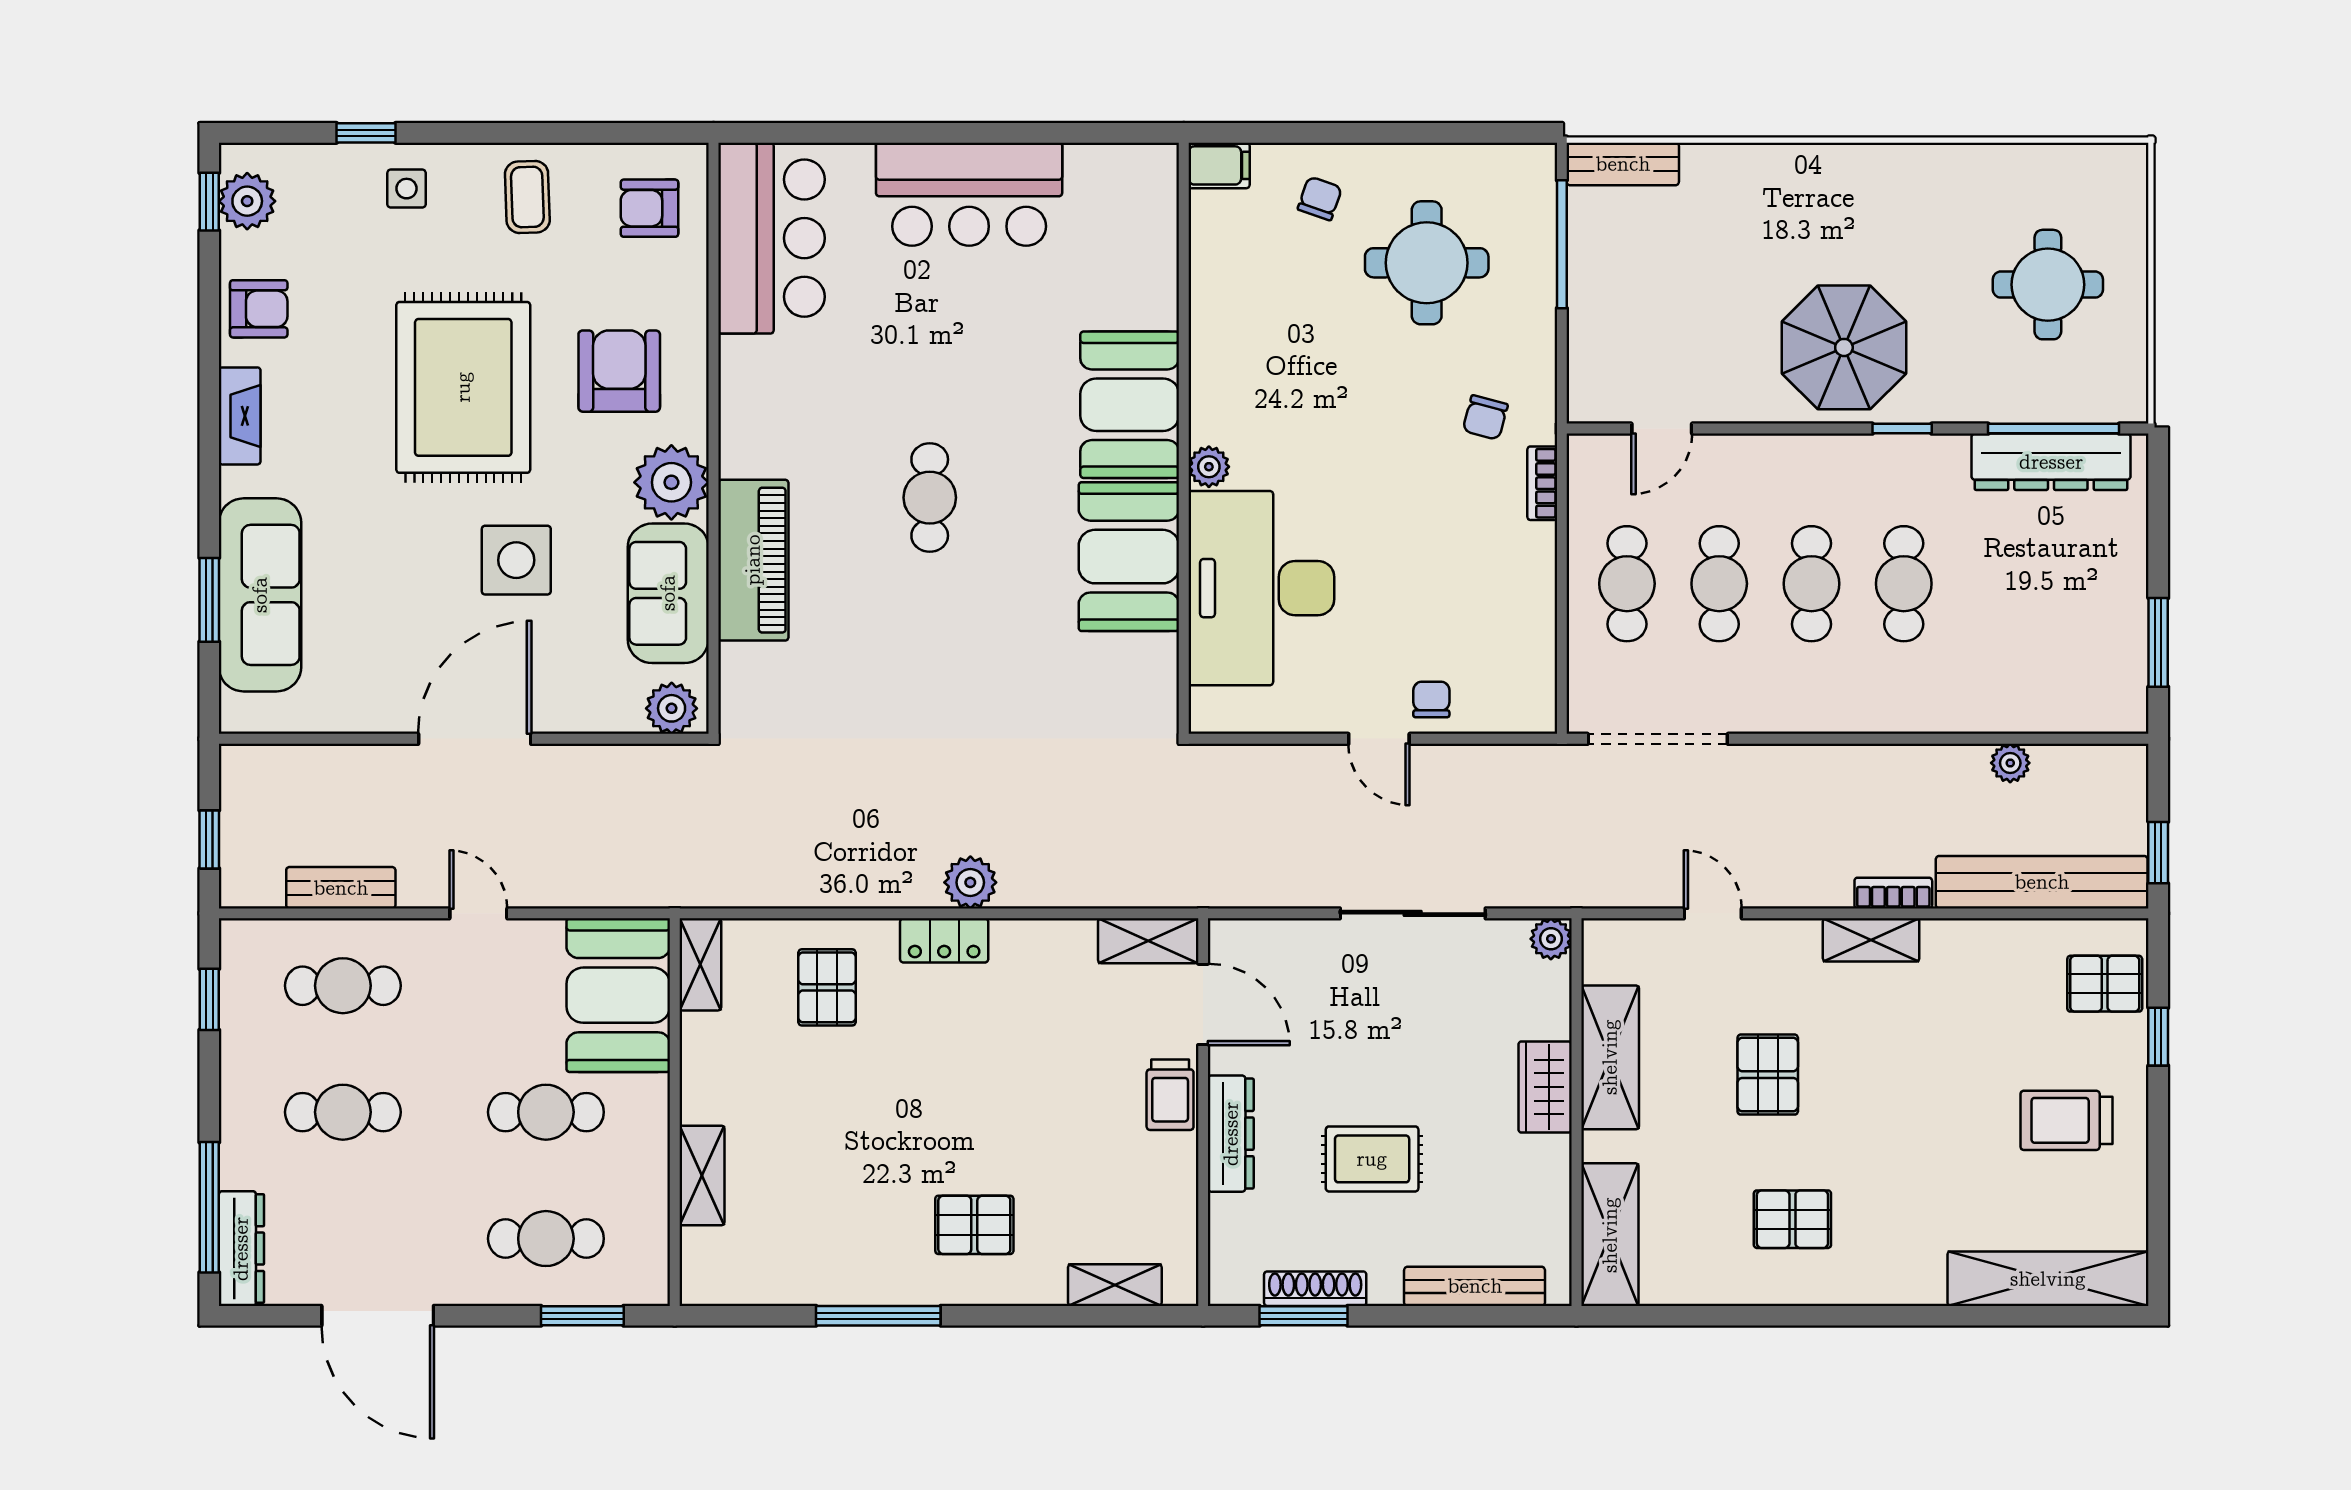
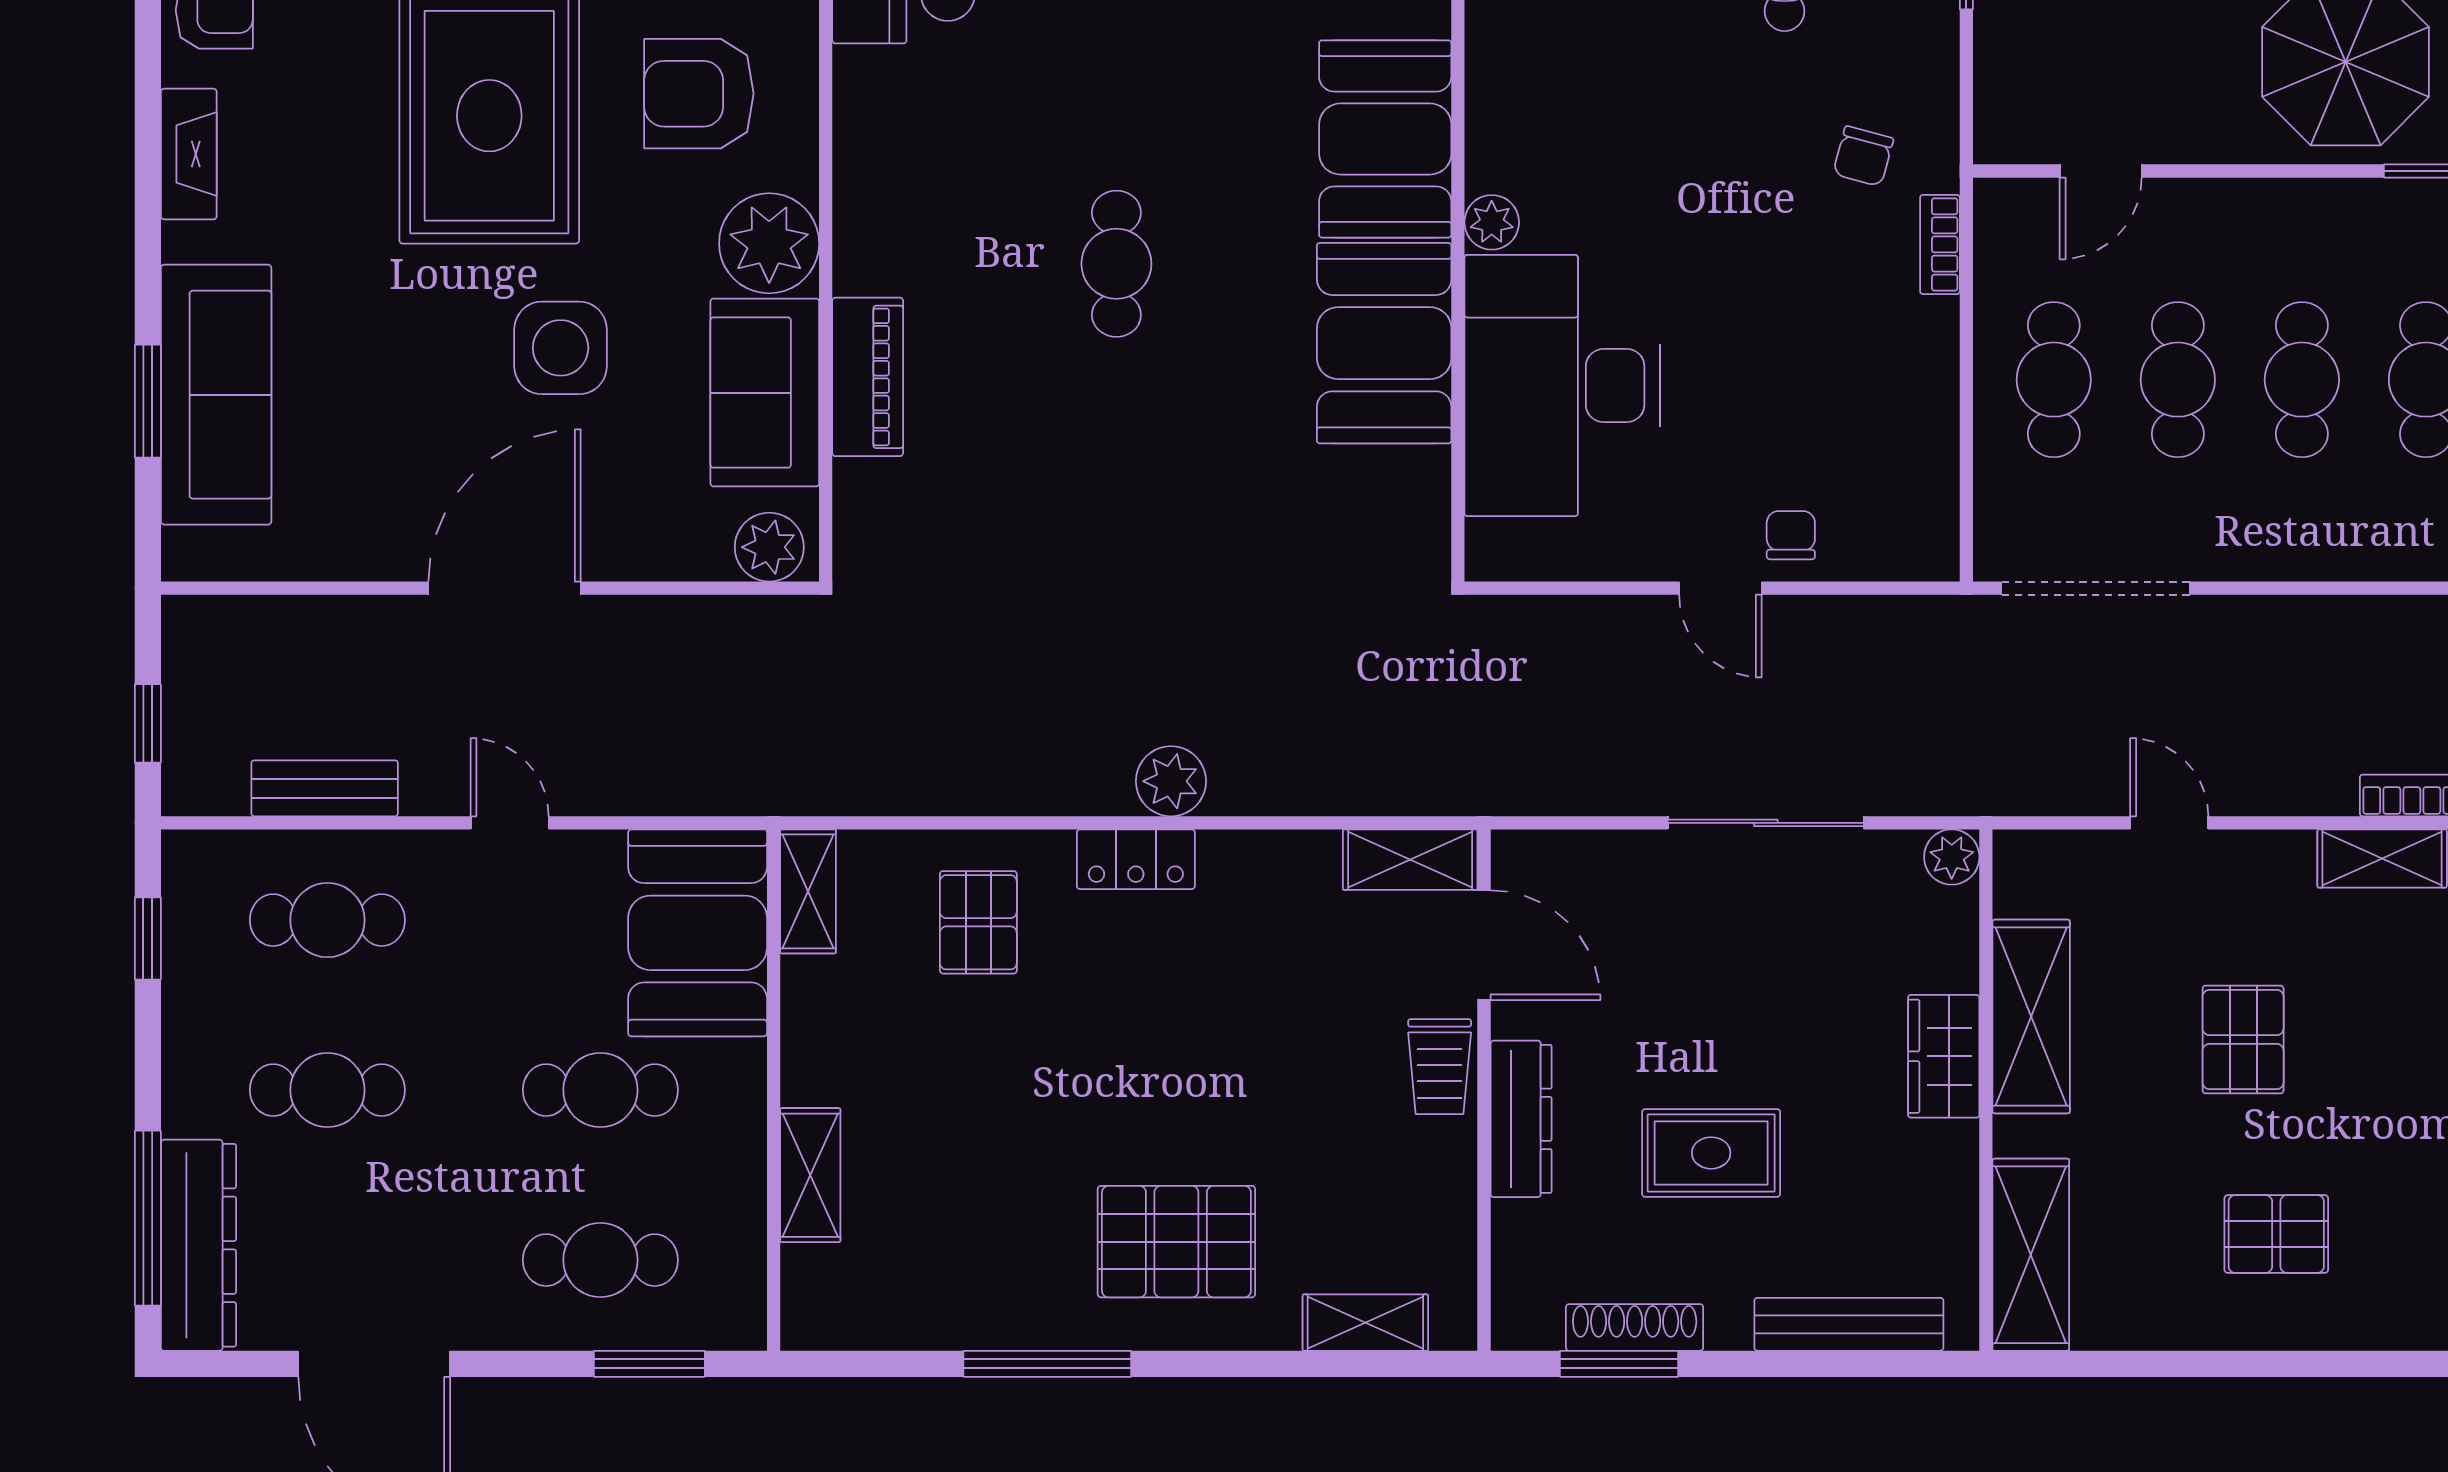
armchair: (619, 371) -> (699, 94), turned -90
piano: (753, 560) -> (868, 377), width x0.73, depth x0.75
pallet: (974, 1225) -> (1176, 1242), width x1.50, depth x1.42
dresser: (241, 1249) -> (198, 1245), width x1.37, depth x1.24

